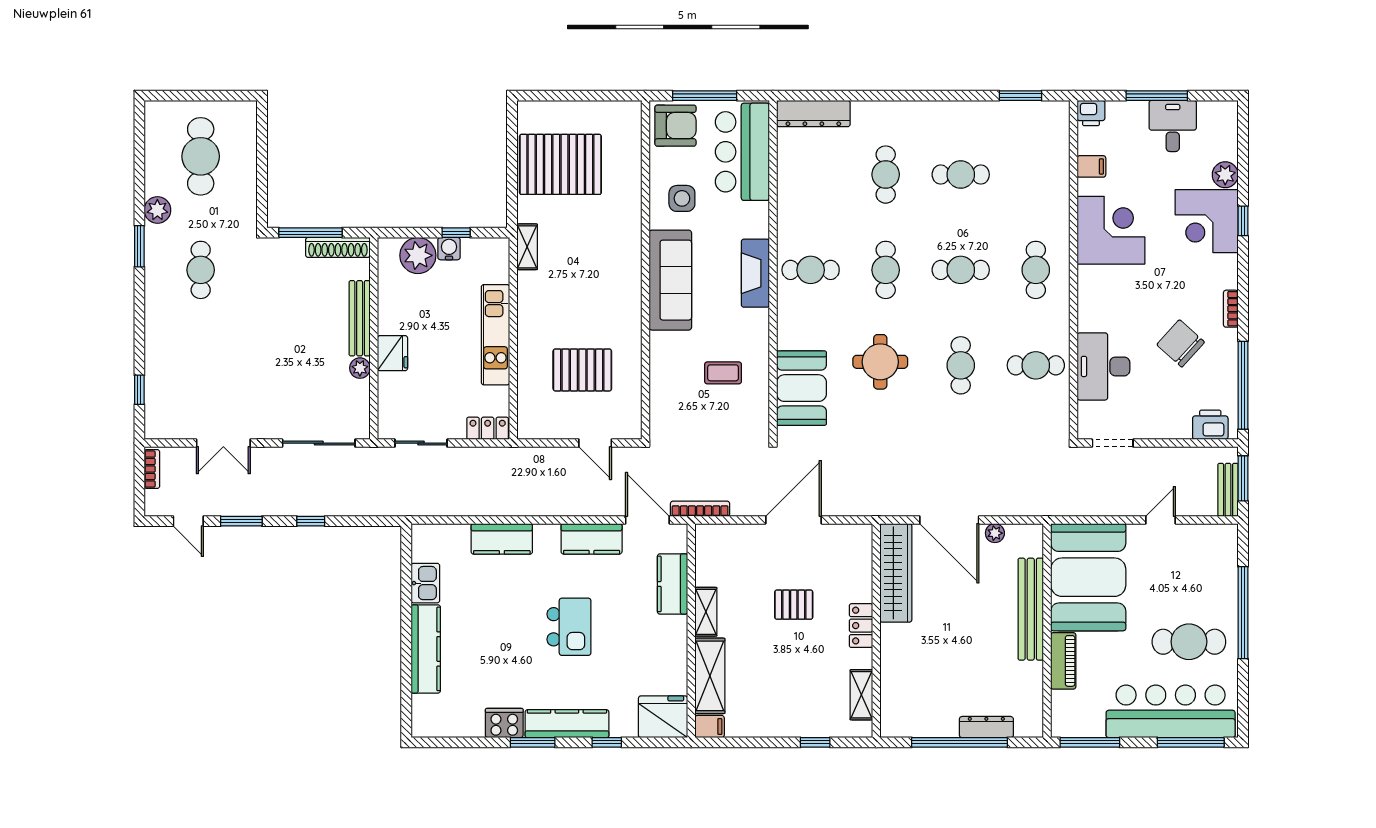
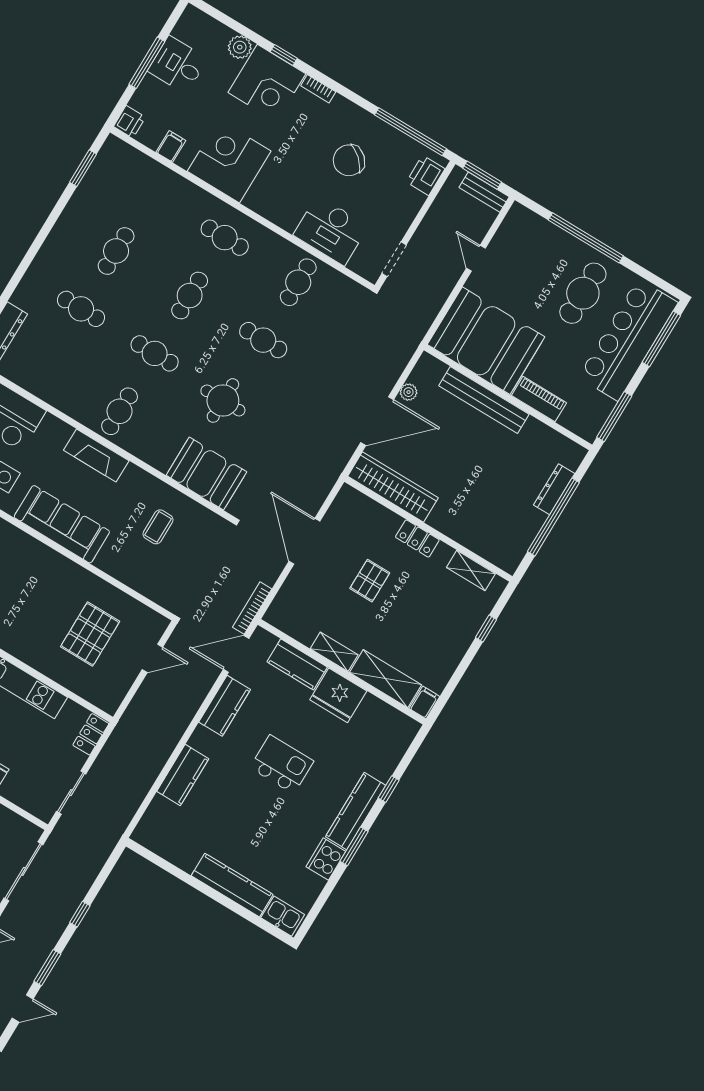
bookcase: (1231, 309) -> (318, 89), moved
kitchen sink: (425, 583) -> (283, 916), moved
fridge: (663, 717) -> (338, 695), moved, turned -90

